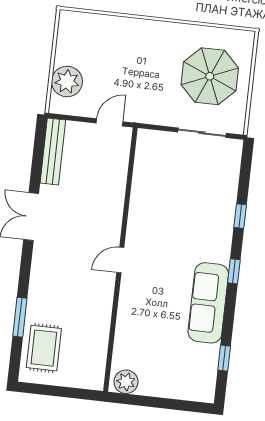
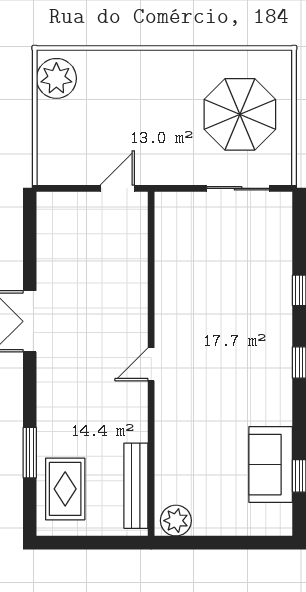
plant: (67, 81) -> (56, 78), moved
bench: (53, 152) -> (136, 486), moved
sofa: (208, 303) -> (271, 465), moved, width x0.73

